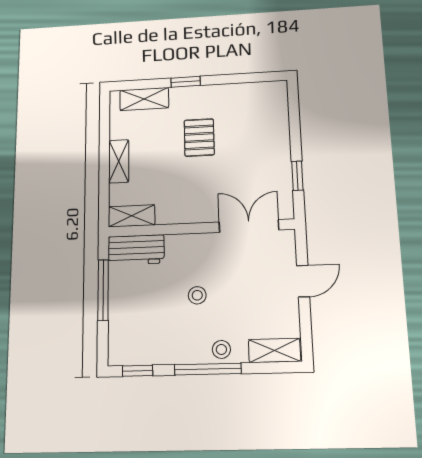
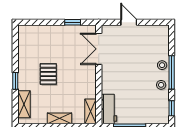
pallet: (199, 137) -> (48, 74), turned 90
stool: (197, 295) -> (161, 85), moved
shelving: (274, 350) -> (163, 38), removed

